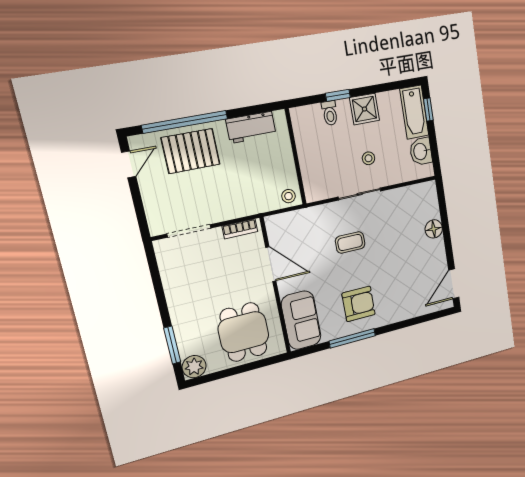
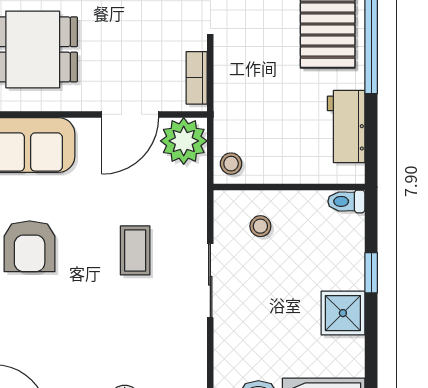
toilet: (330, 113) -> (346, 201), moved
stool: (368, 158) -> (260, 226), moved
plant: (280, 228) -> (184, 141), added

